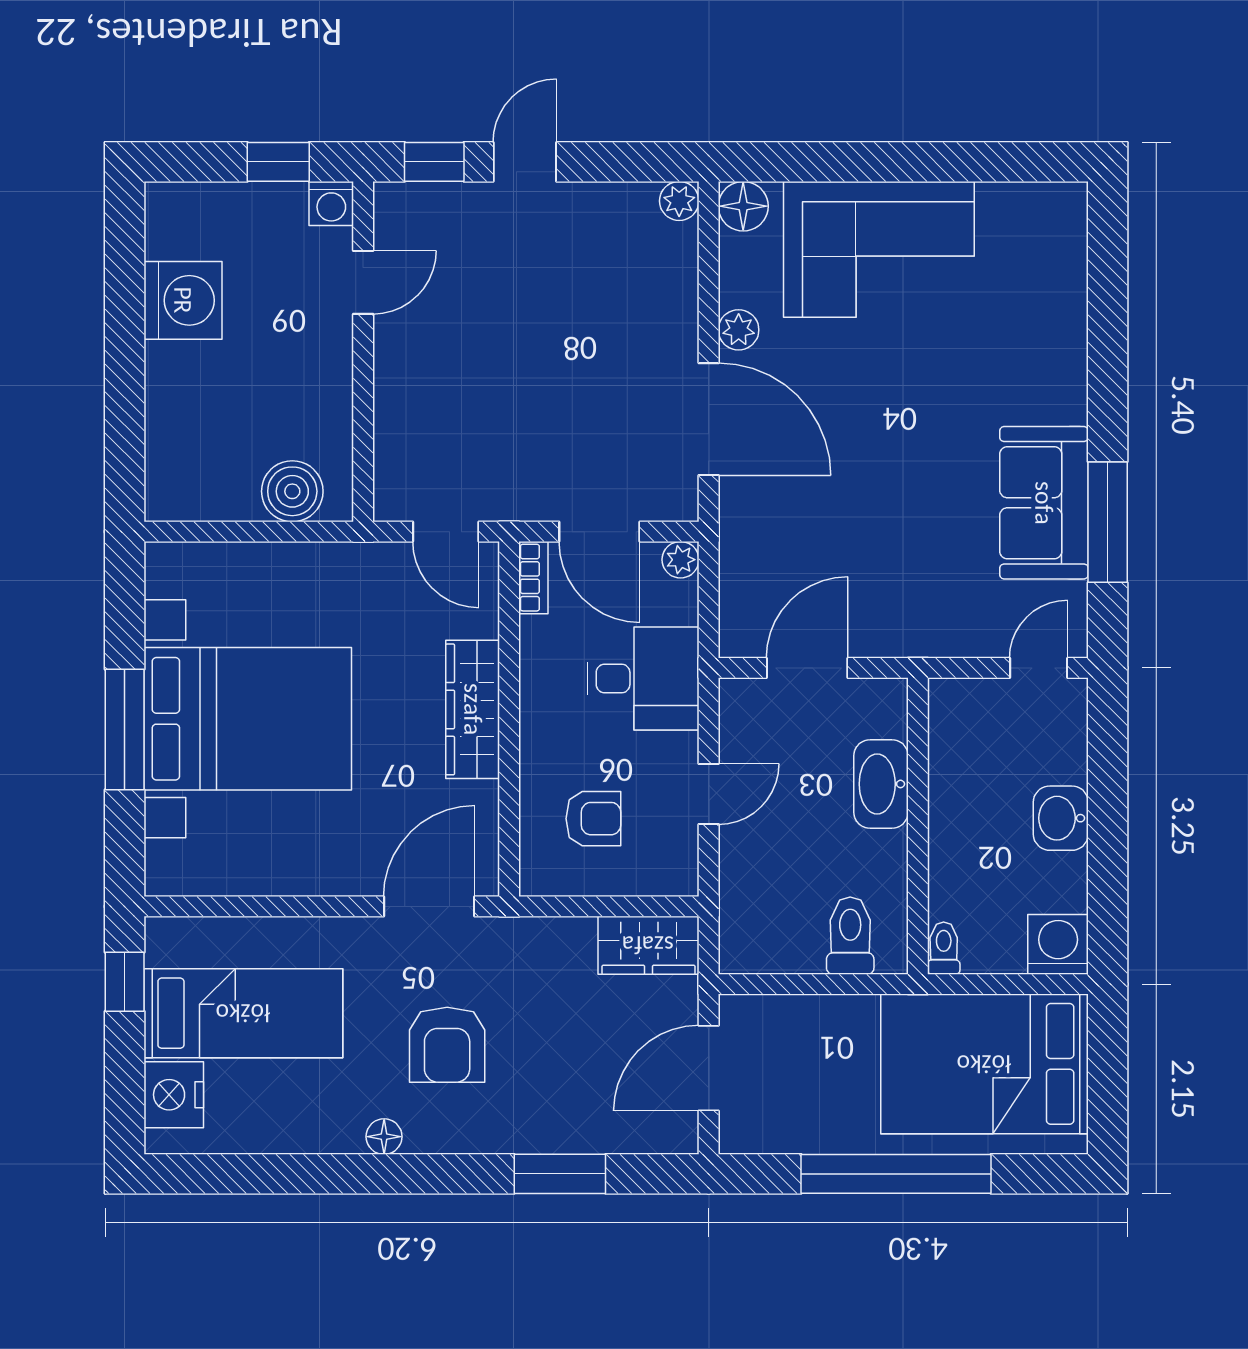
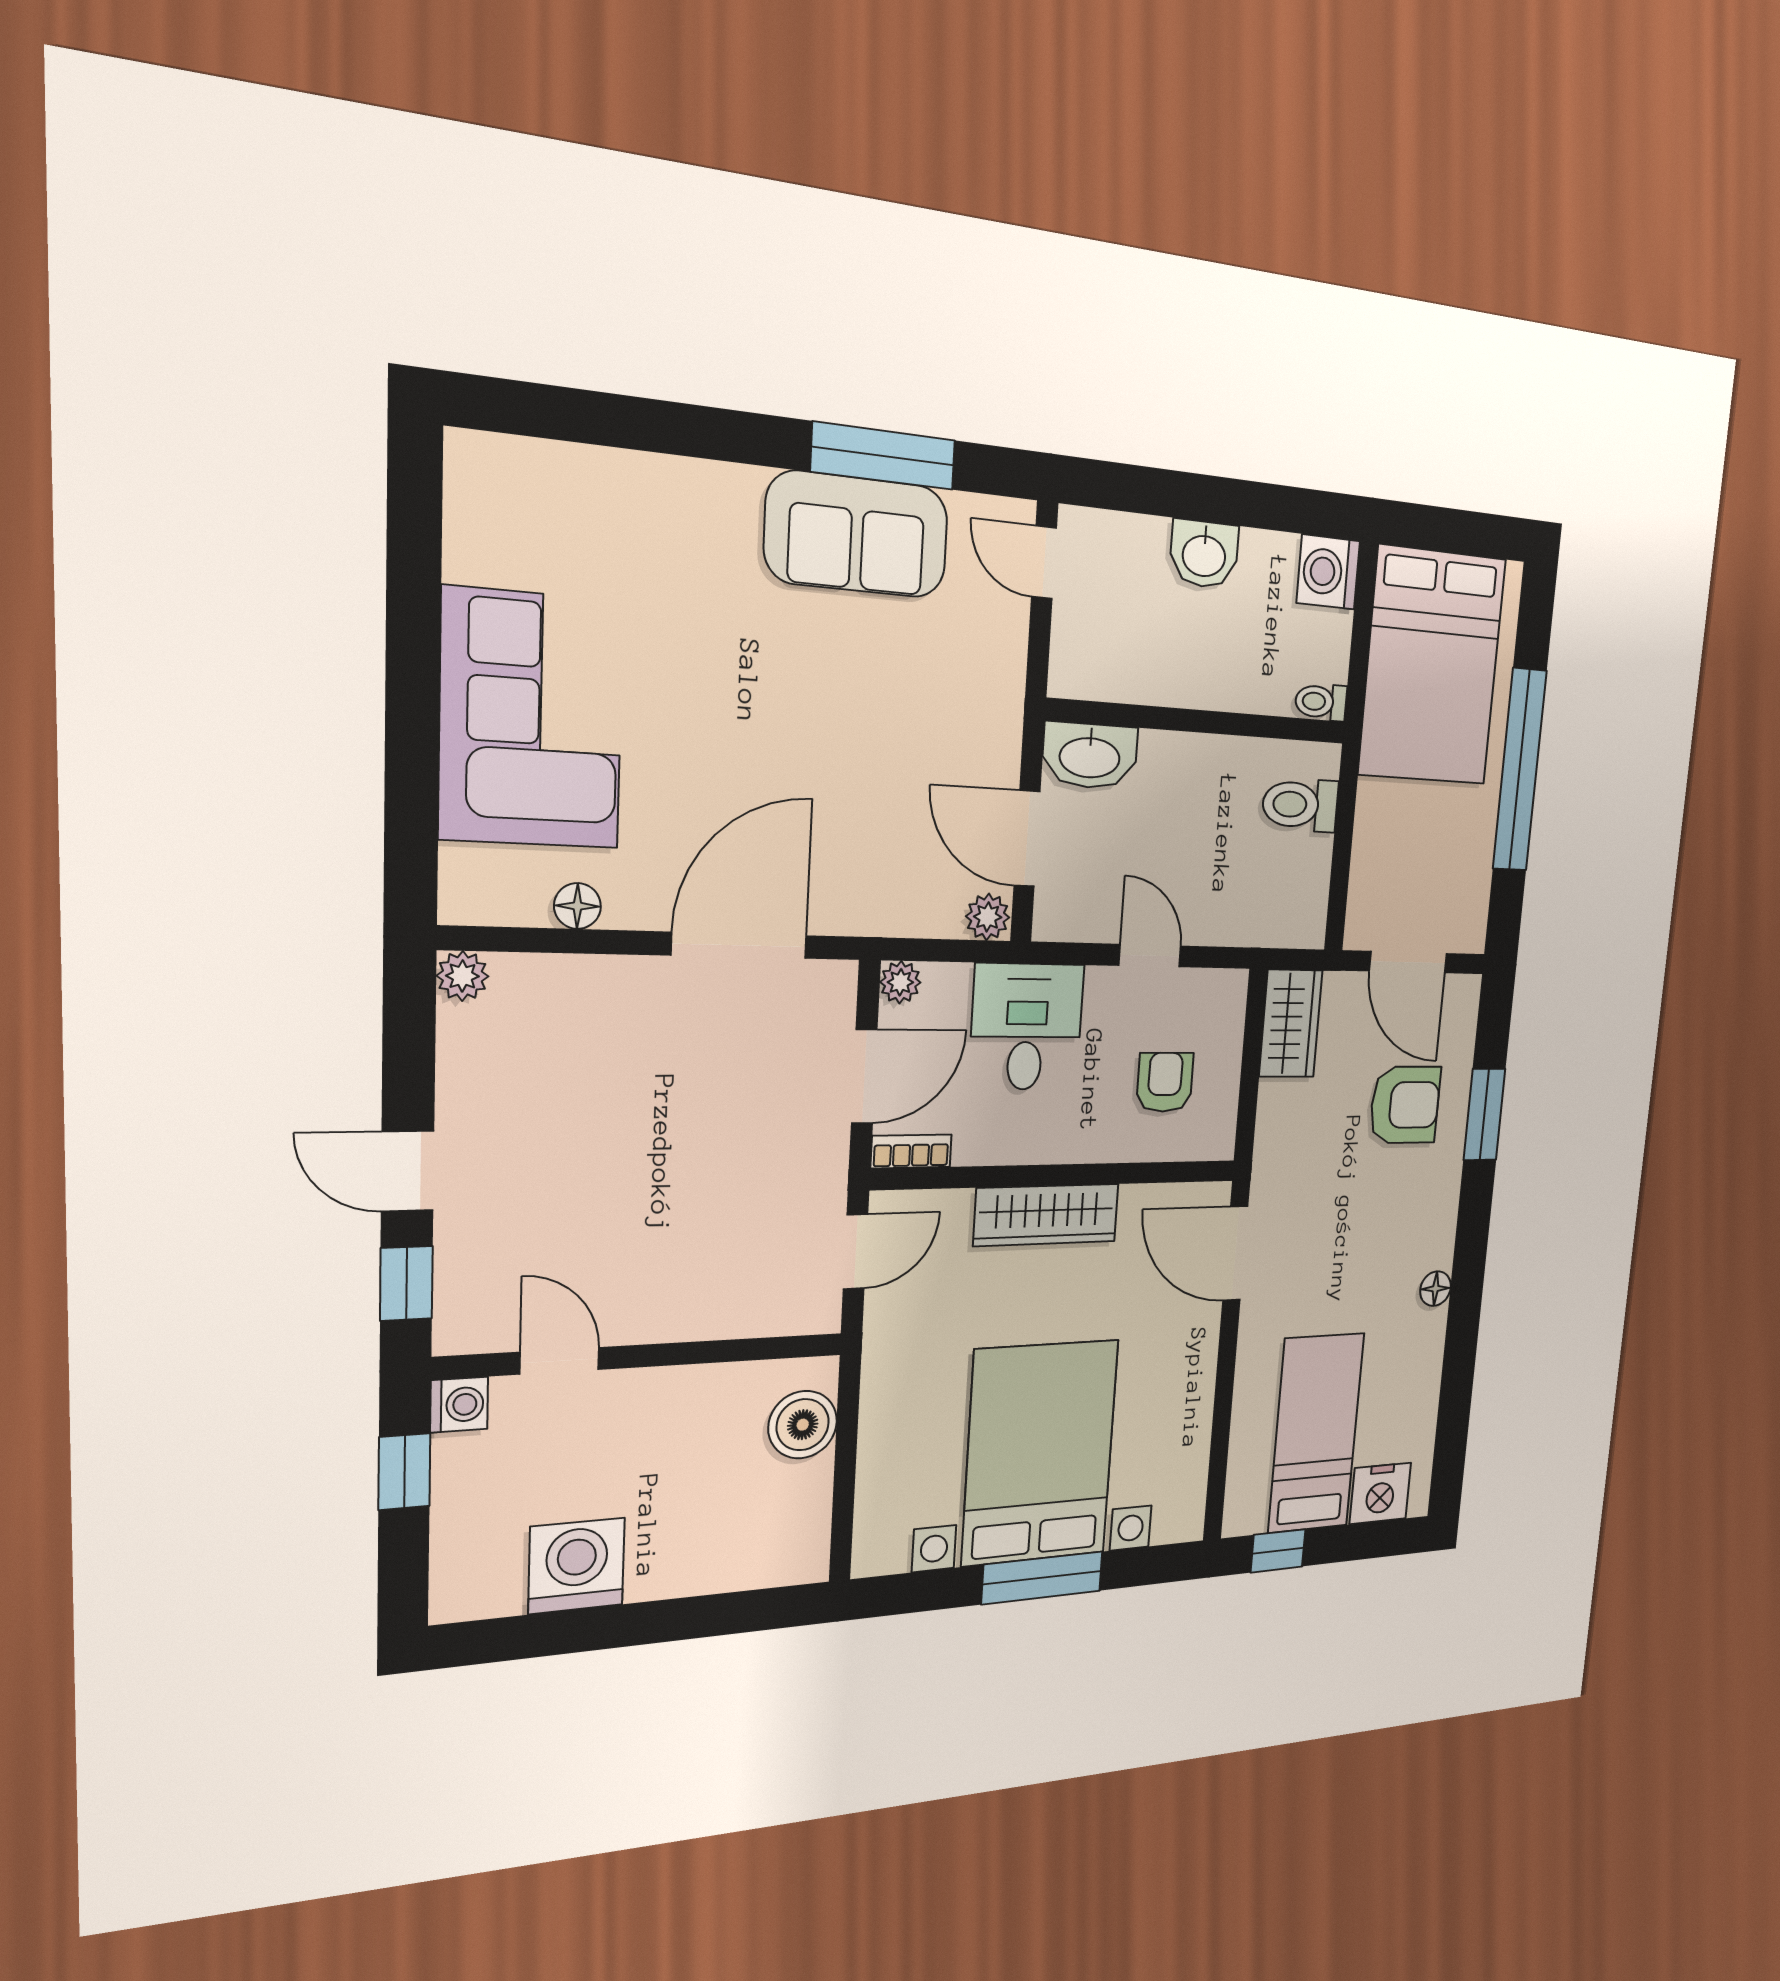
floor lamp: (743, 206) -> (577, 906), moved, width x0.73, depth x0.73
plant: (739, 330) -> (988, 917), moved
washbasin: (881, 784) -> (1090, 756), moved
armchair: (447, 1045) -> (1405, 1105), moved

